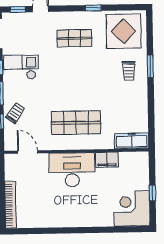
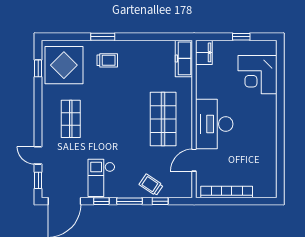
window: (93, 8) -> (38, 68), moved
door: (28, 152) -> (194, 160), moved
filing cabinet: (107, 160) -> (204, 52), moved
bookcase: (10, 205) -> (227, 192), moved
corner desk: (132, 208) -> (258, 75), moved

